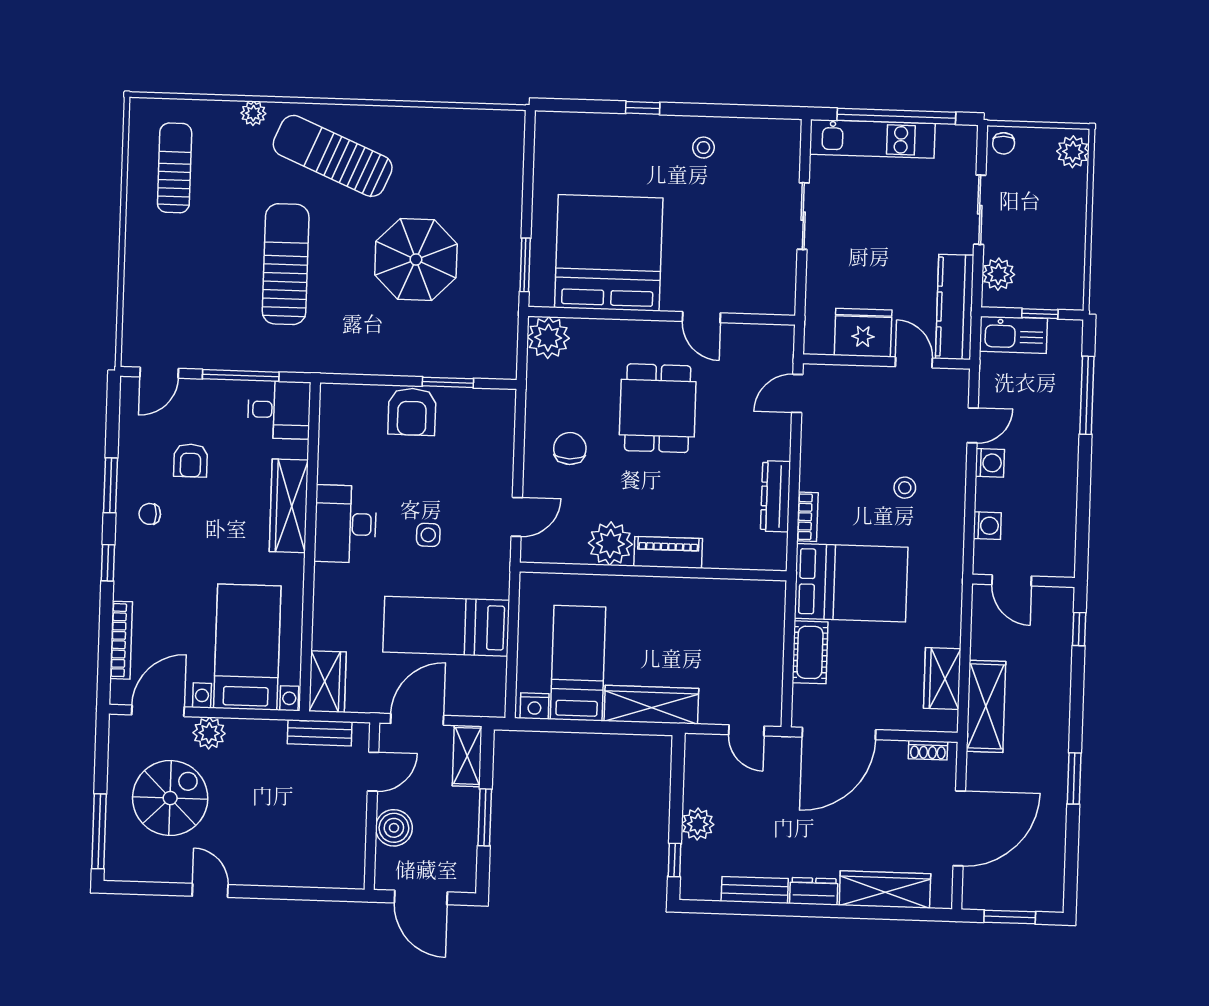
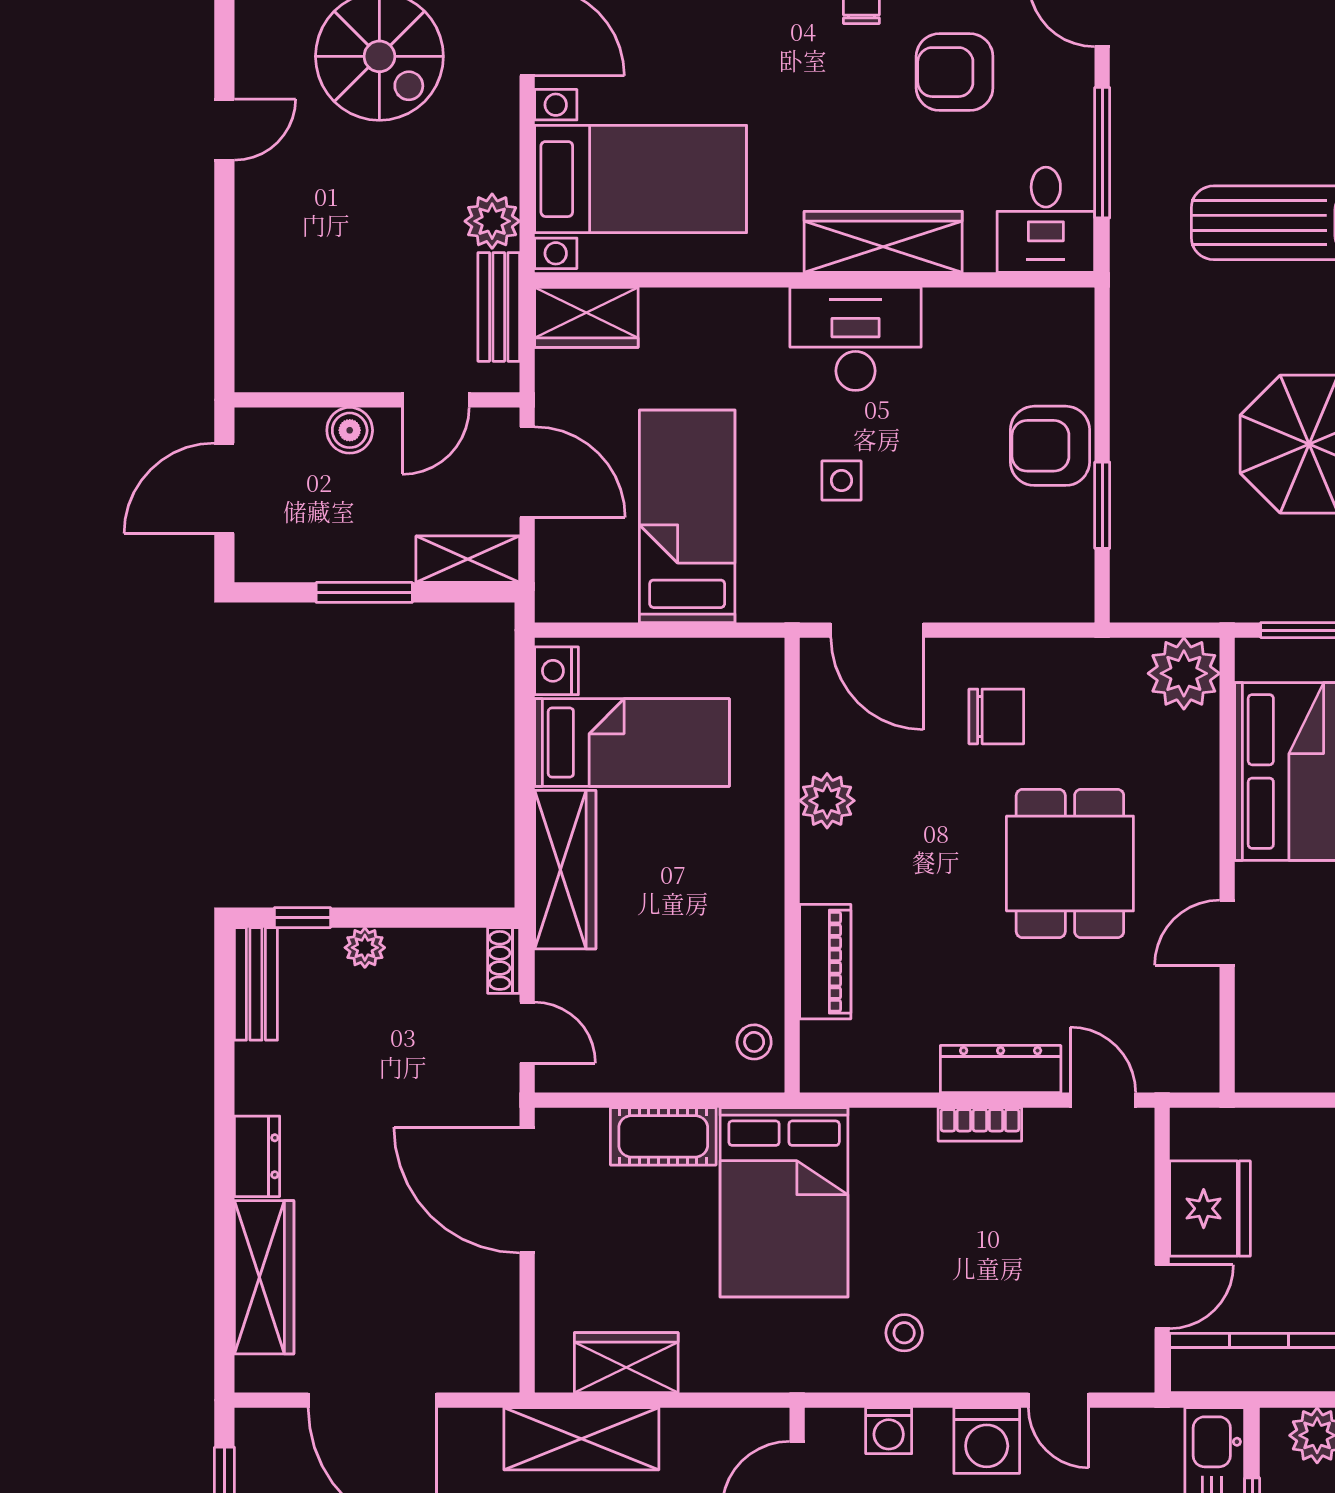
dining table: (658, 408) -> (1070, 863), turned 90
armchair: (191, 461) -> (955, 72), width x1.38, depth x1.38
washing machine: (990, 463) -> (987, 1441), width x1.38, depth x1.38
stool: (905, 488) -> (904, 1333), moved
dresser: (776, 496) -> (1001, 1069), moved
door: (517, 517) -> (877, 630), width x1.38
bookcase: (807, 517) -> (980, 1124), moved
plant: (610, 544) -> (827, 801), width x0.73, depth x0.73
piano: (668, 552) -> (825, 962), moved
stool: (756, 597) -> (754, 1042), added
door: (746, 730) -> (527, 1033), swing flipped
plant: (209, 733) -> (492, 221), moved
shoe rack: (928, 750) -> (504, 960), moved
door: (373, 772) -> (436, 400), hinge flipped
plant: (698, 824) -> (365, 948), width x0.73, depth x0.73
boiler: (394, 828) -> (350, 430), width x0.73, depth x0.73
bench: (755, 890) -> (256, 984), moved

